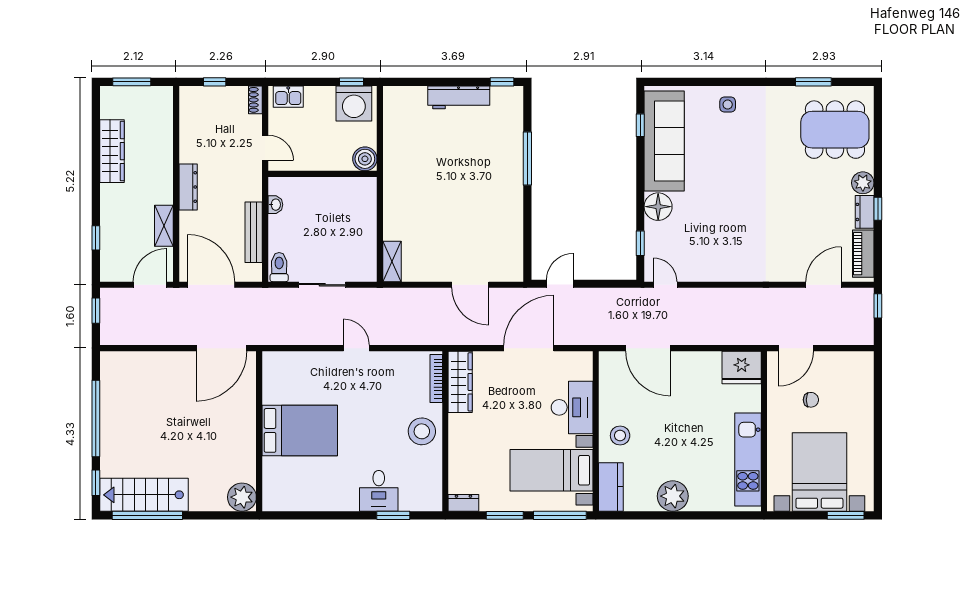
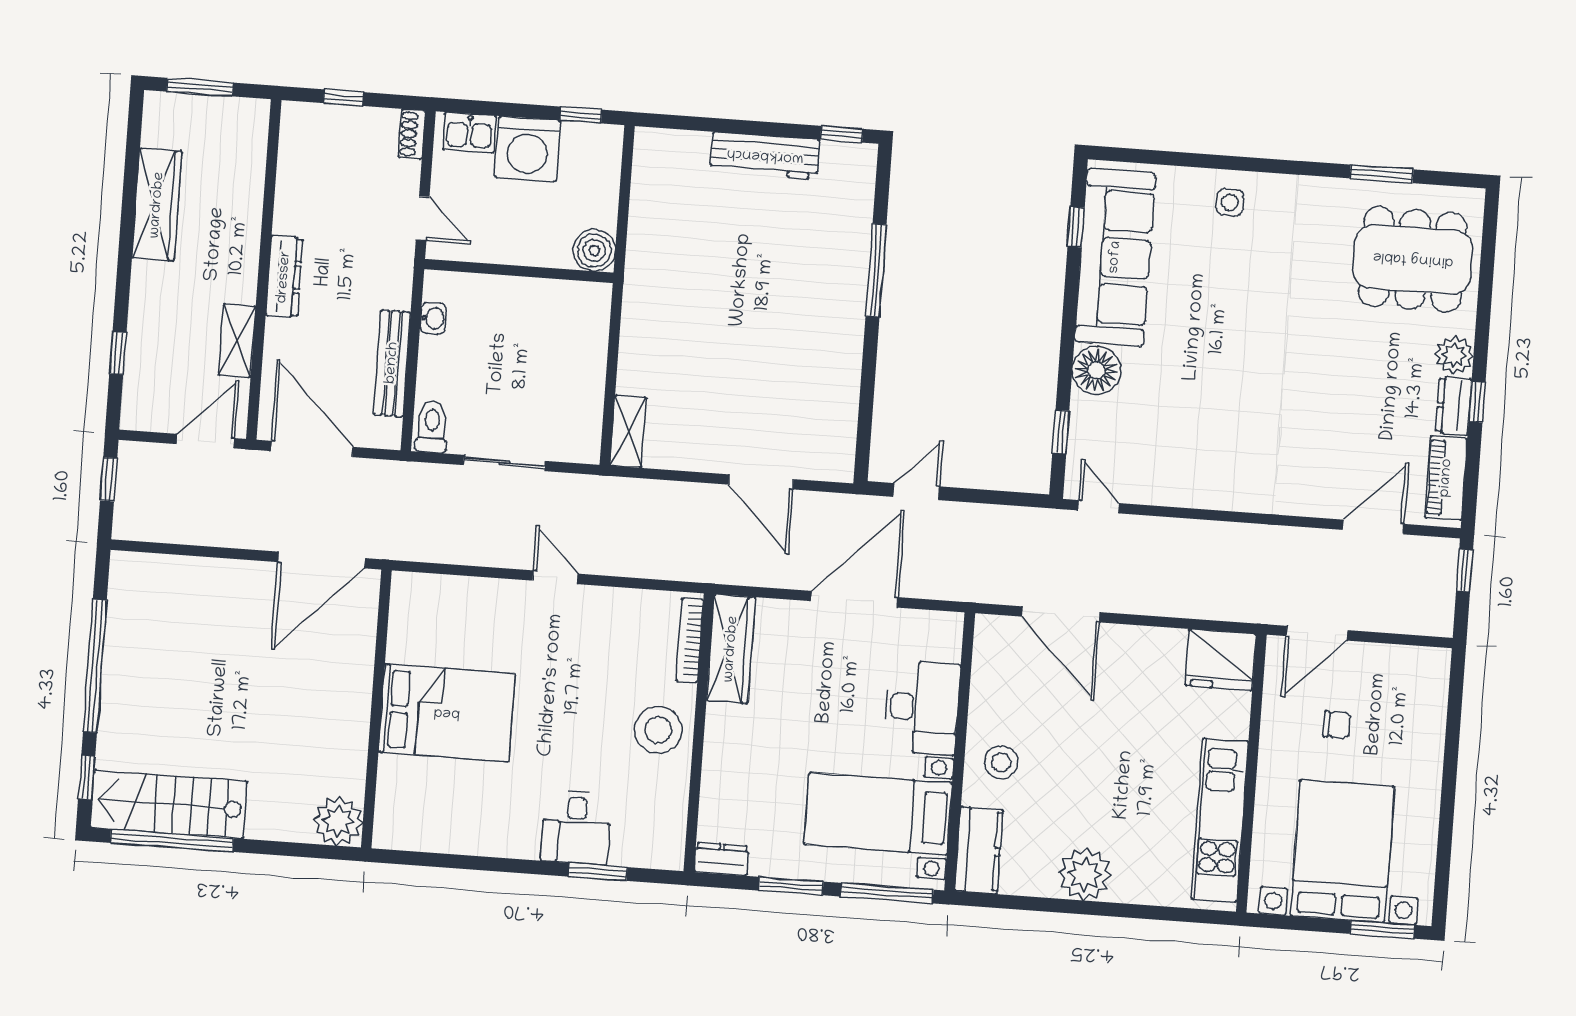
washing machine: (354, 103) -> (528, 149), moved

